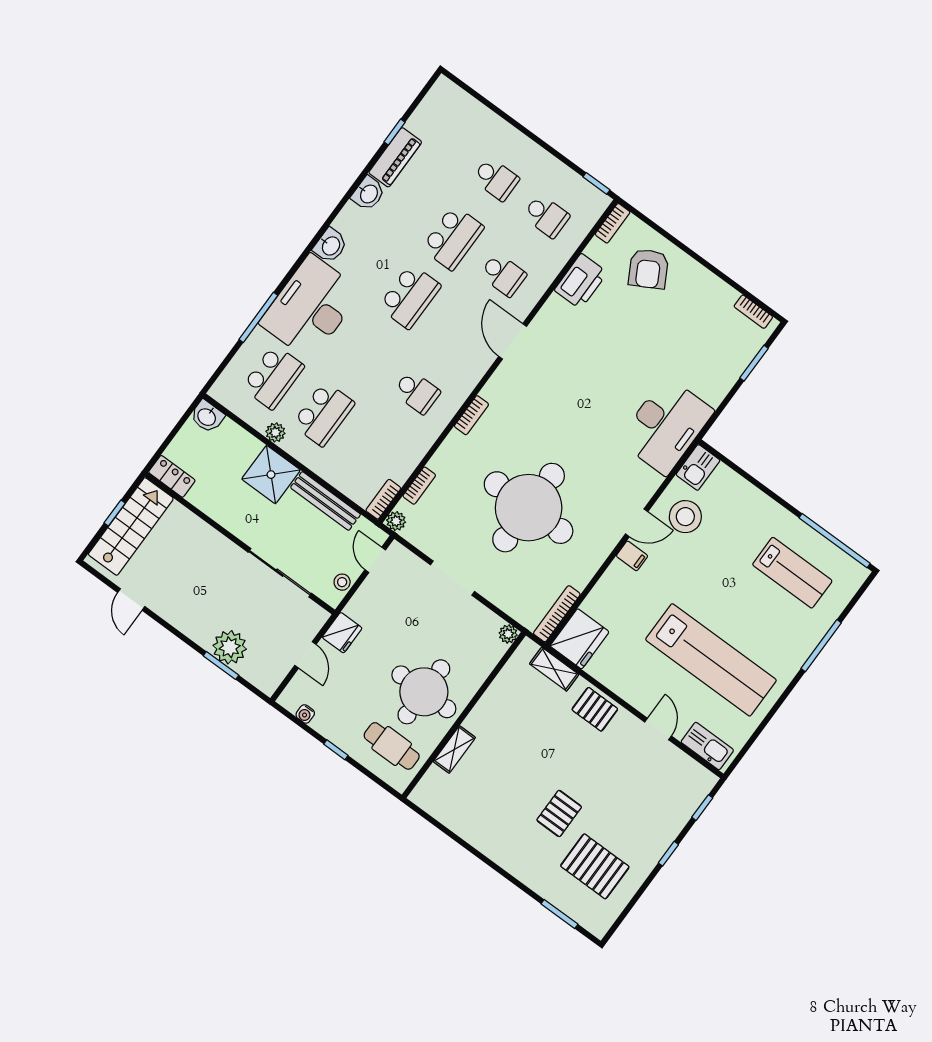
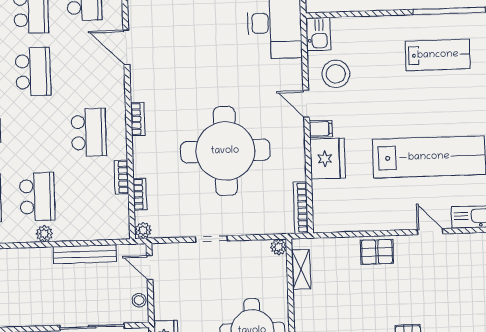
school desk: (417, 392) -> (89, 132), width x1.85
plant: (275, 432) -> (44, 234), moved
shower: (271, 475) -> (34, 265), removed
bookcase: (383, 499) -> (121, 177), moved
door: (637, 523) -> (306, 104), swing flipped
doorway: (453, 578) -> (211, 239), width x0.73
fridge: (580, 639) -> (328, 159), moved
shelving: (554, 669) -> (301, 270), moved, turned 90

